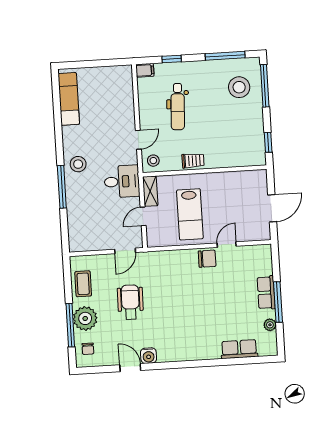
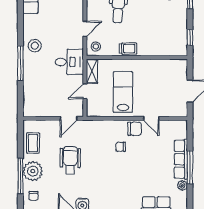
lab bench: (190, 214) -> (123, 92), turned 180
door: (227, 245) -> (151, 118), swing flipped
chair: (191, 282) -> (121, 147), added
row of seats: (266, 293) -> (181, 159), width x1.48

